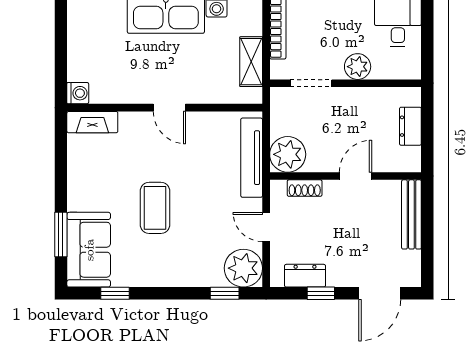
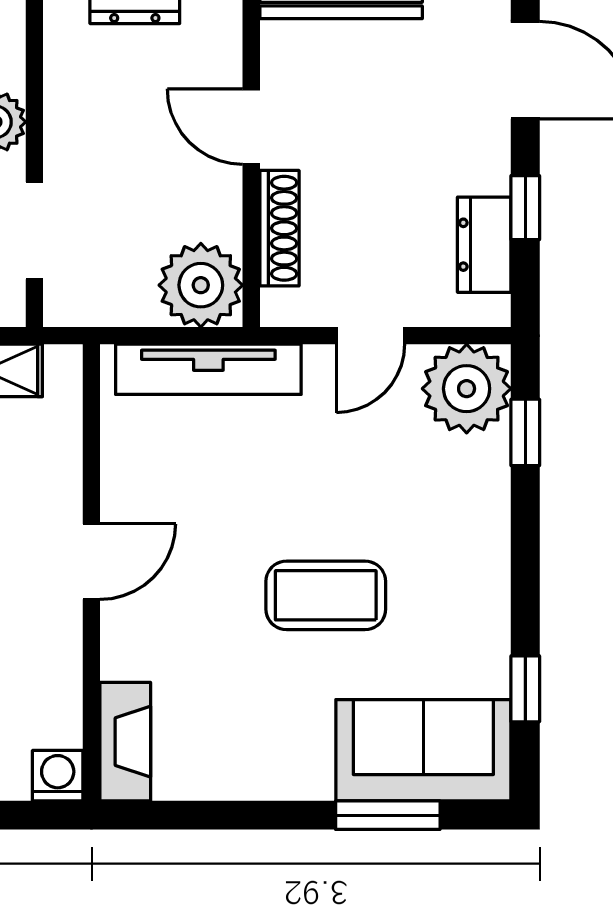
shoe rack: (305, 188) -> (279, 228), width x1.43

